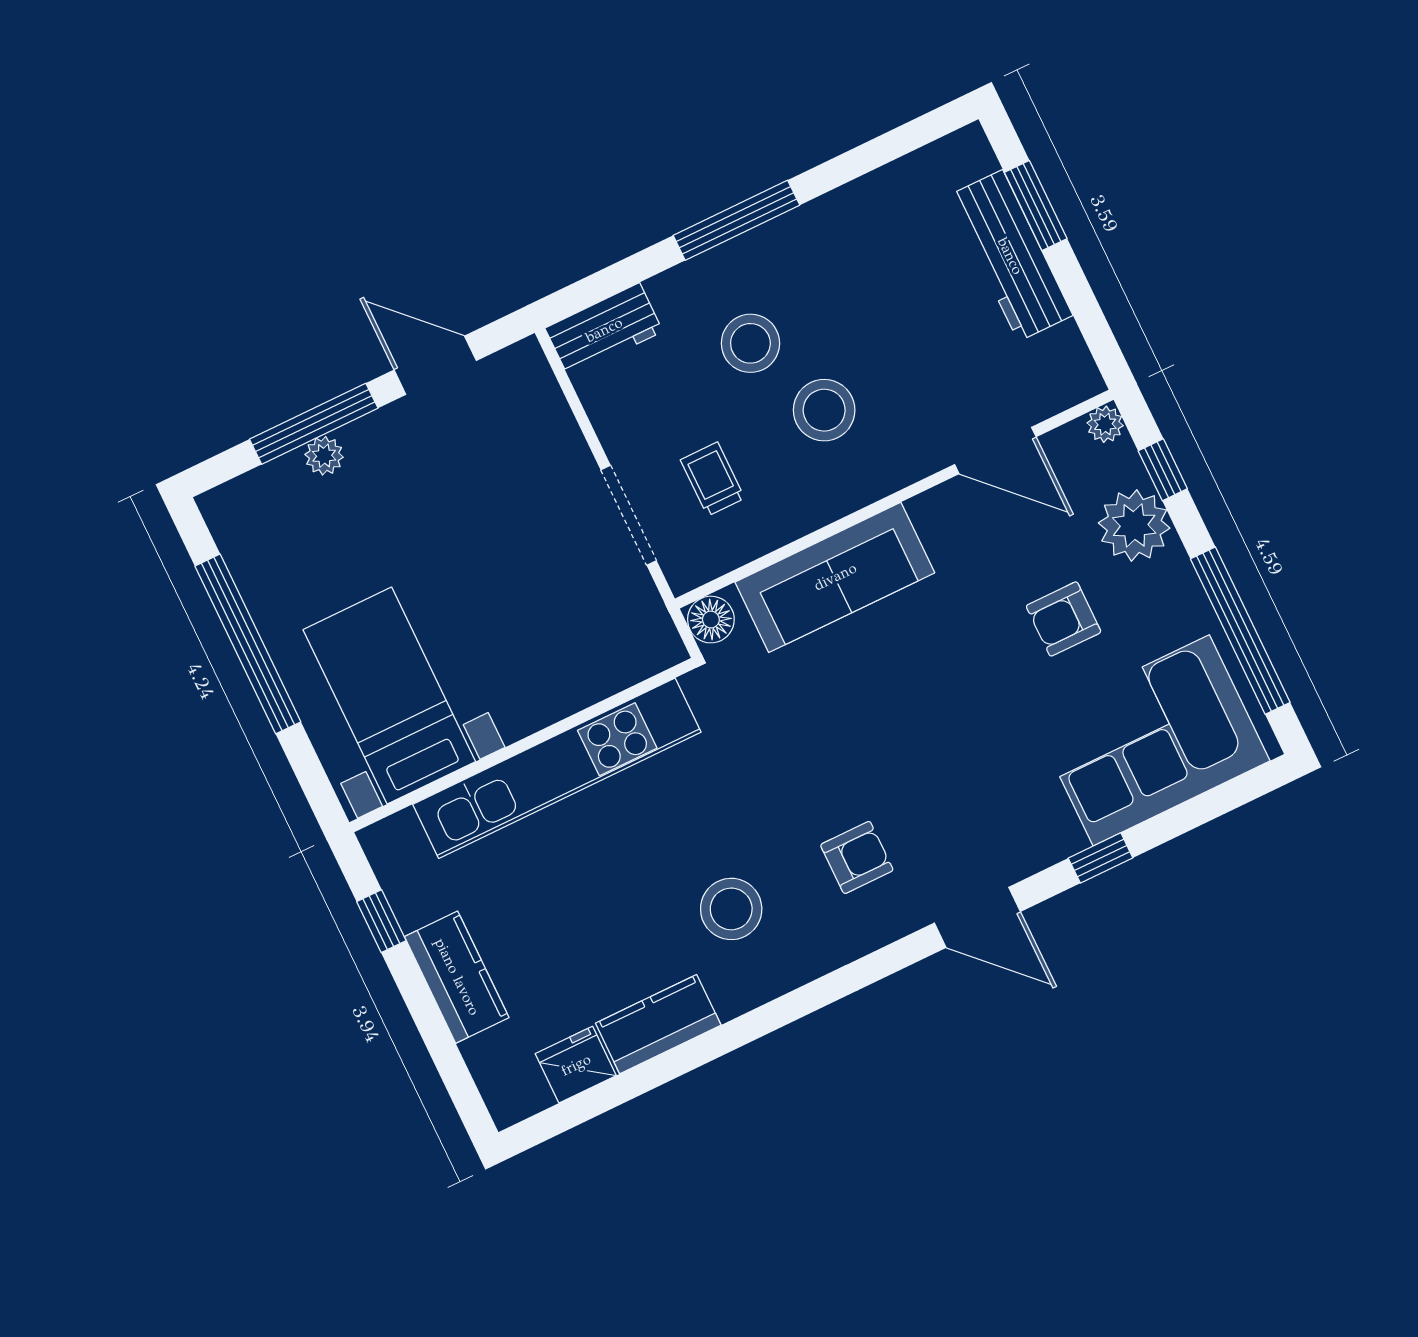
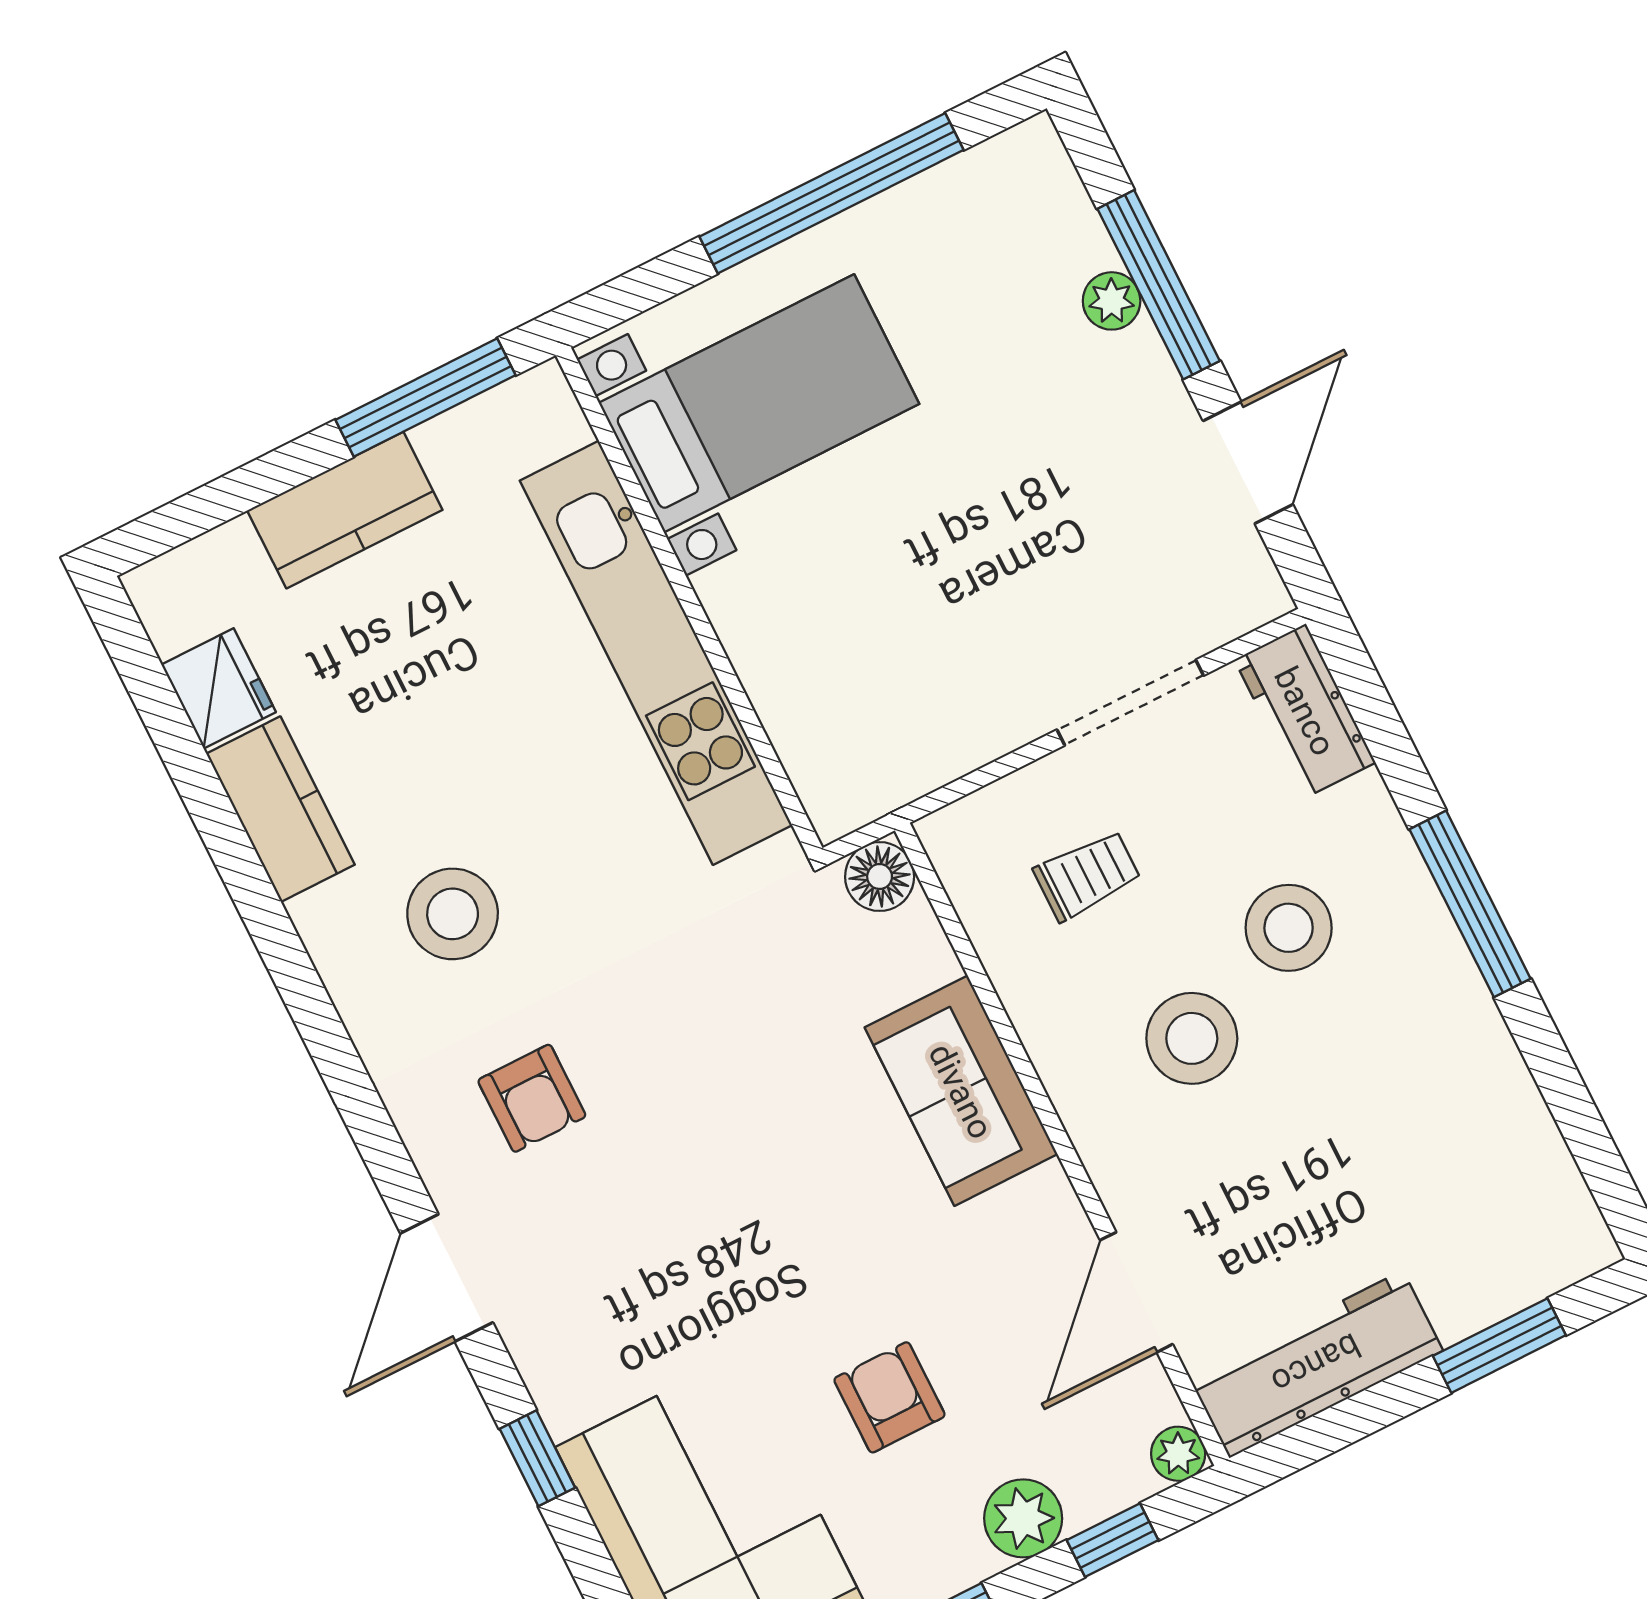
workbench: (1010, 256) -> (1316, 1364), moved
doorway: (629, 515) -> (1130, 703), moved
plant: (1134, 525) -> (1023, 1518), width x0.73, depth x0.73
sofa: (835, 577) -> (961, 1091), width x0.73
window: (381, 921) -> (426, 398), width x2.17

